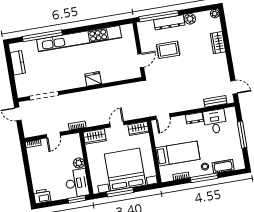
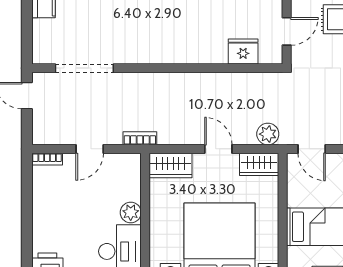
fridge: (93, 79) -> (243, 51), moved
plant: (140, 113) -> (268, 134), added
door: (163, 117) -> (312, 149), hinge flipped
door: (117, 124) -> (218, 149), hinge flipped

